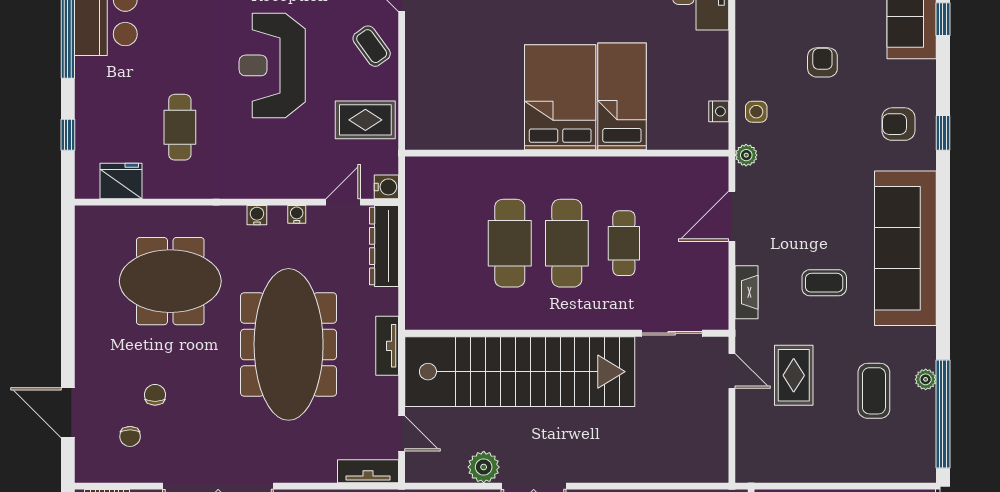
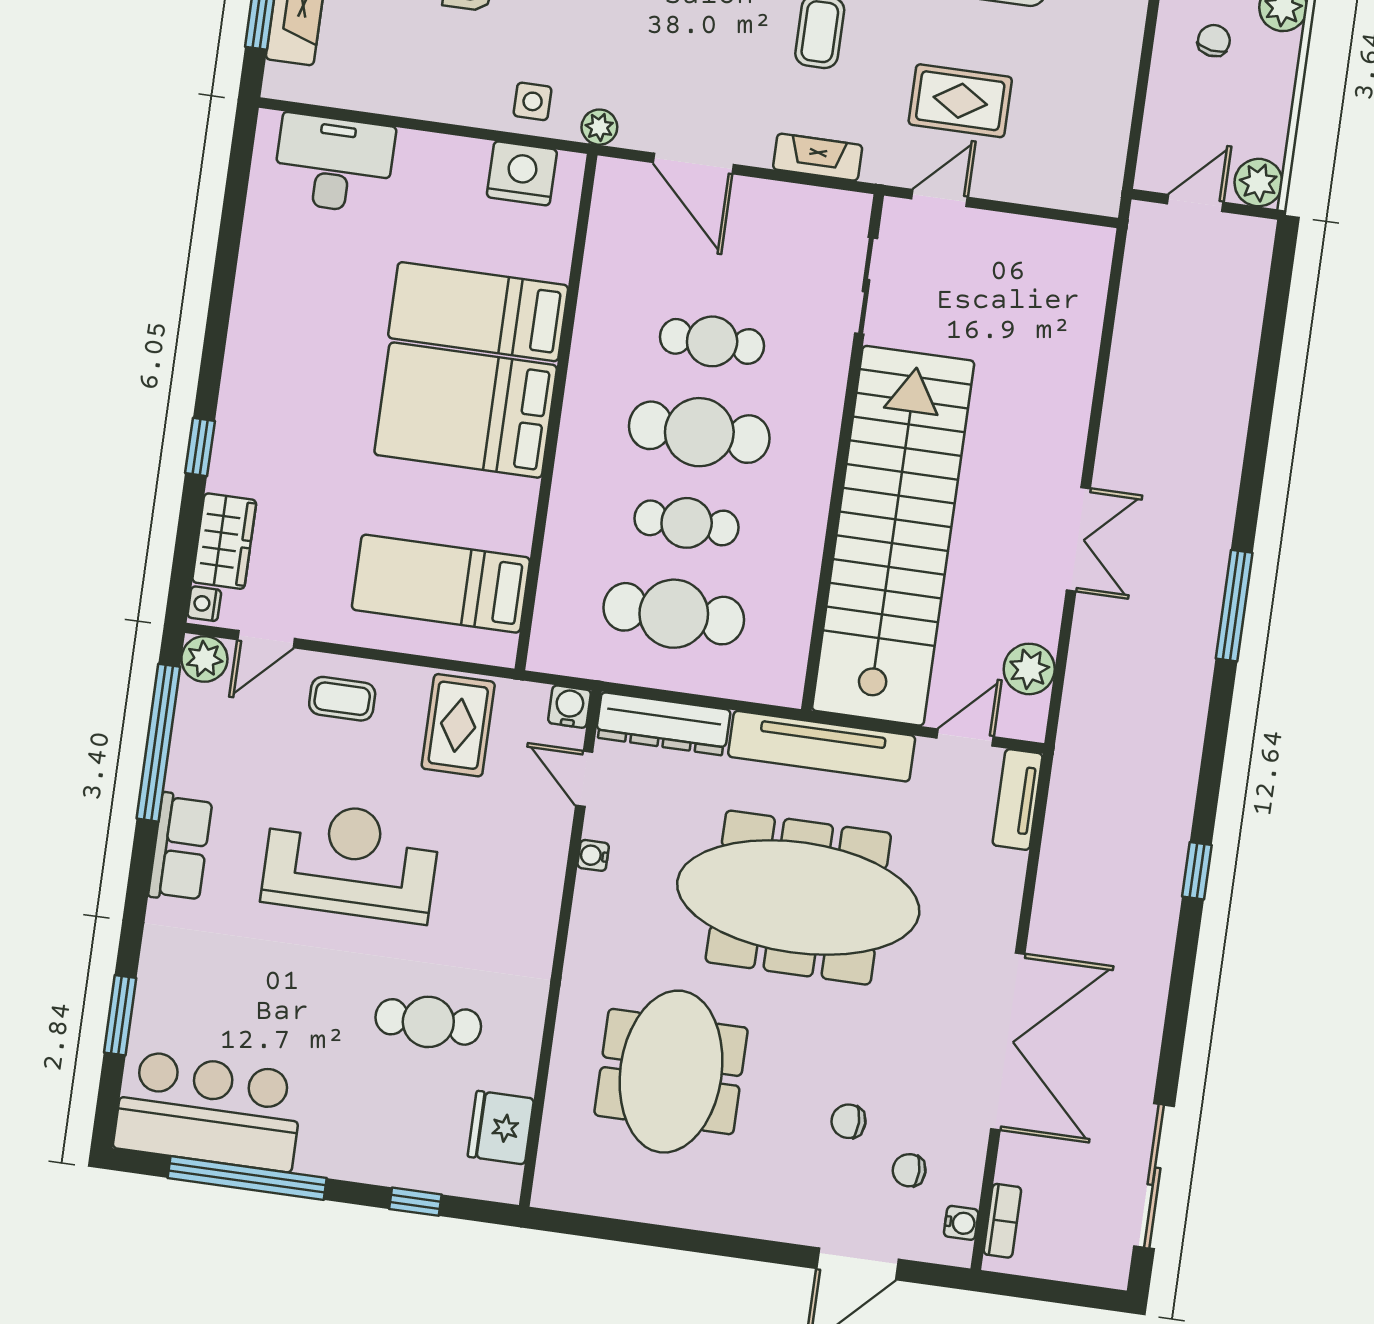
coffee table: (372, 46) -> (342, 699), turned 36
reception desk: (272, 65) -> (351, 861), turned 180
bed: (451, 97) -> (441, 584), added
nightstand: (719, 111) -> (522, 173), width x1.89, depth x1.79
water cooler: (257, 215) -> (961, 1223), moved, turned 180
cafe table: (453, 243) -> (674, 614), added
cafe table: (510, 243) -> (687, 523), width x0.73, depth x0.74
tv unit: (387, 346) -> (822, 746), width x1.92, depth x1.29
chair: (130, 436) -> (909, 1170), turned 180
plant: (484, 467) -> (1029, 669), moved

